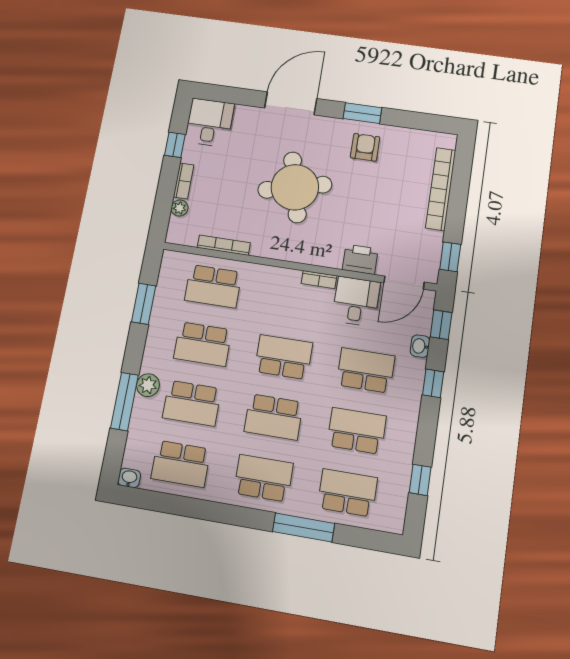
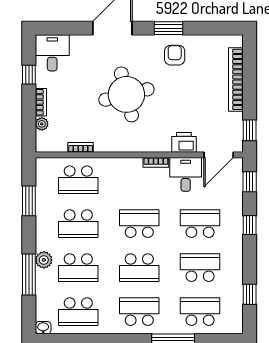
bookcase: (224, 245) -> (81, 147), width x0.64
washbasin: (420, 346) -> (237, 200), removed

